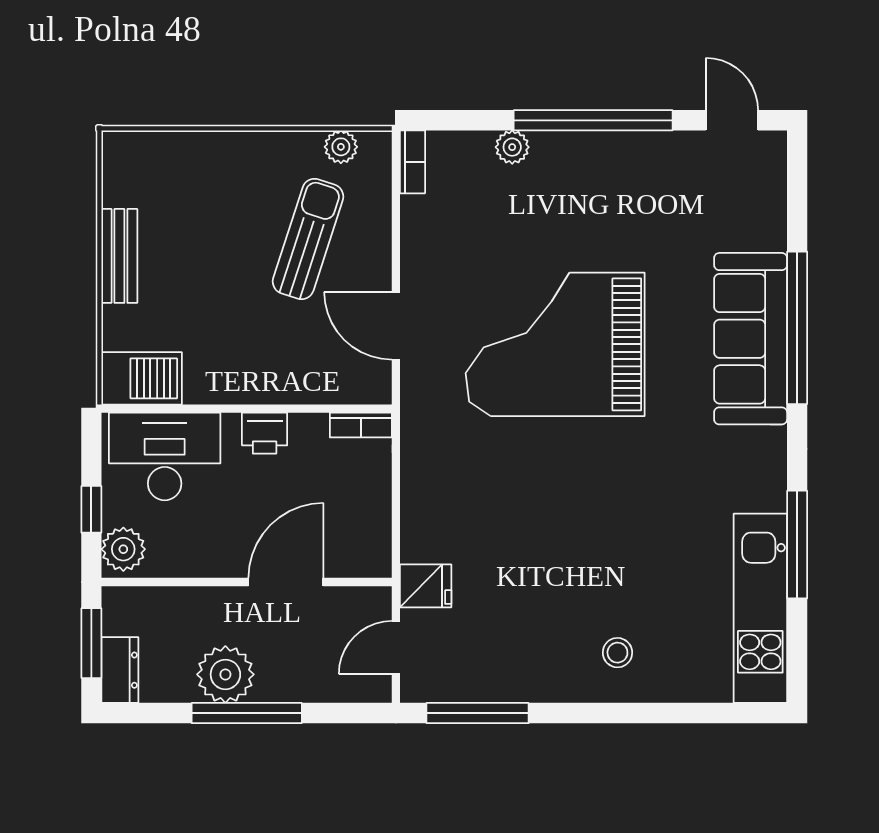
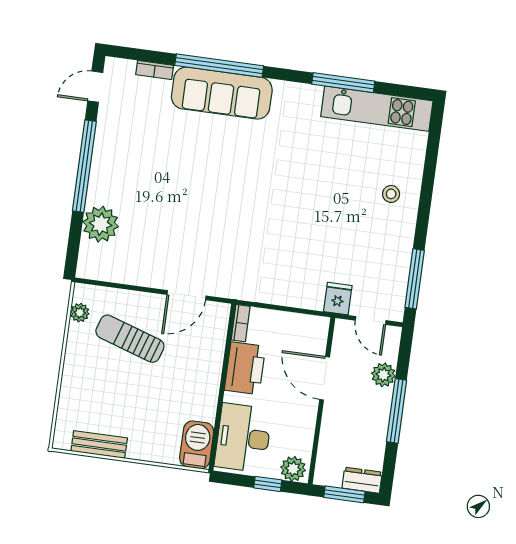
plant: (512, 147) -> (101, 224), width x1.87, depth x1.87
bookcase: (412, 162) -> (155, 70), moved, turned 180
bench: (119, 256) -> (99, 444), moved
grand piano: (555, 344) -> (210, 205), removed
printer: (265, 433) -> (245, 368), width x1.87, depth x1.48
plant: (225, 674) -> (383, 375), moved, width x0.73, depth x0.73

